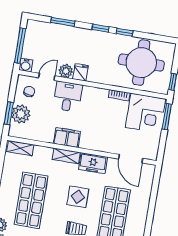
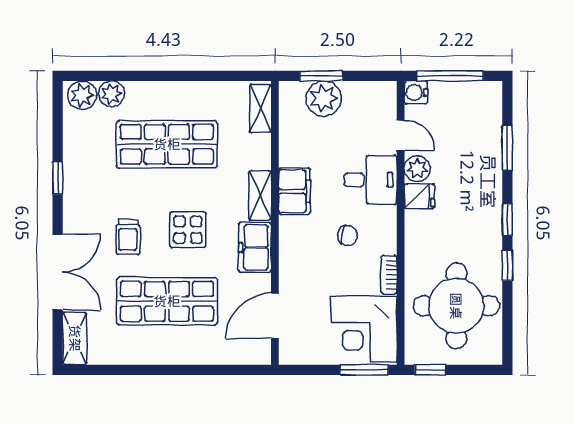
chair: (29, 92) -> (348, 236), moved

